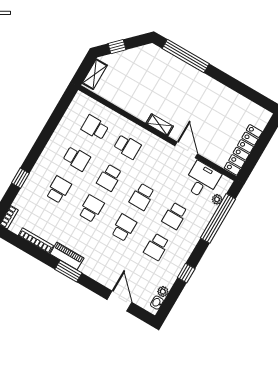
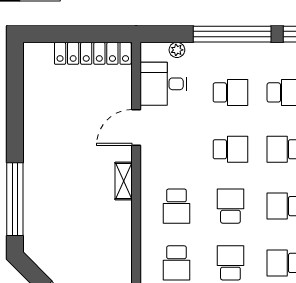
school desk: (127, 147) -> (176, 206), turned 180
school desk: (109, 178) -> (230, 206), turned -90
window: (218, 218) -> (232, 34), moved

